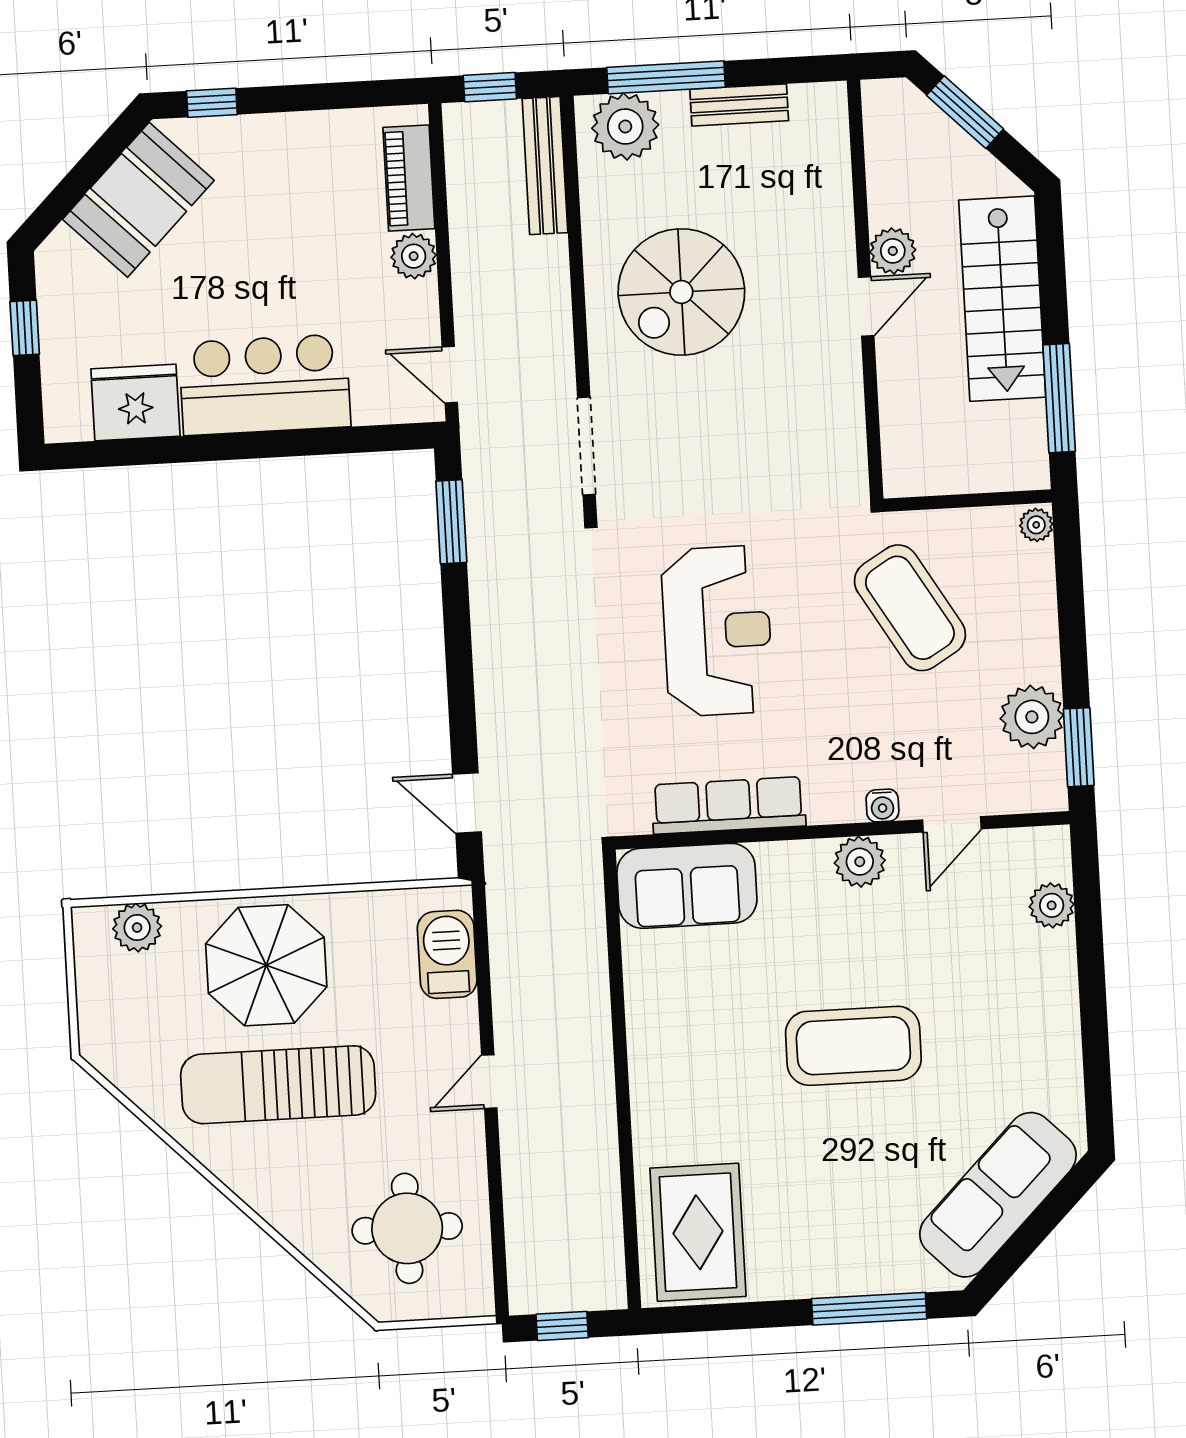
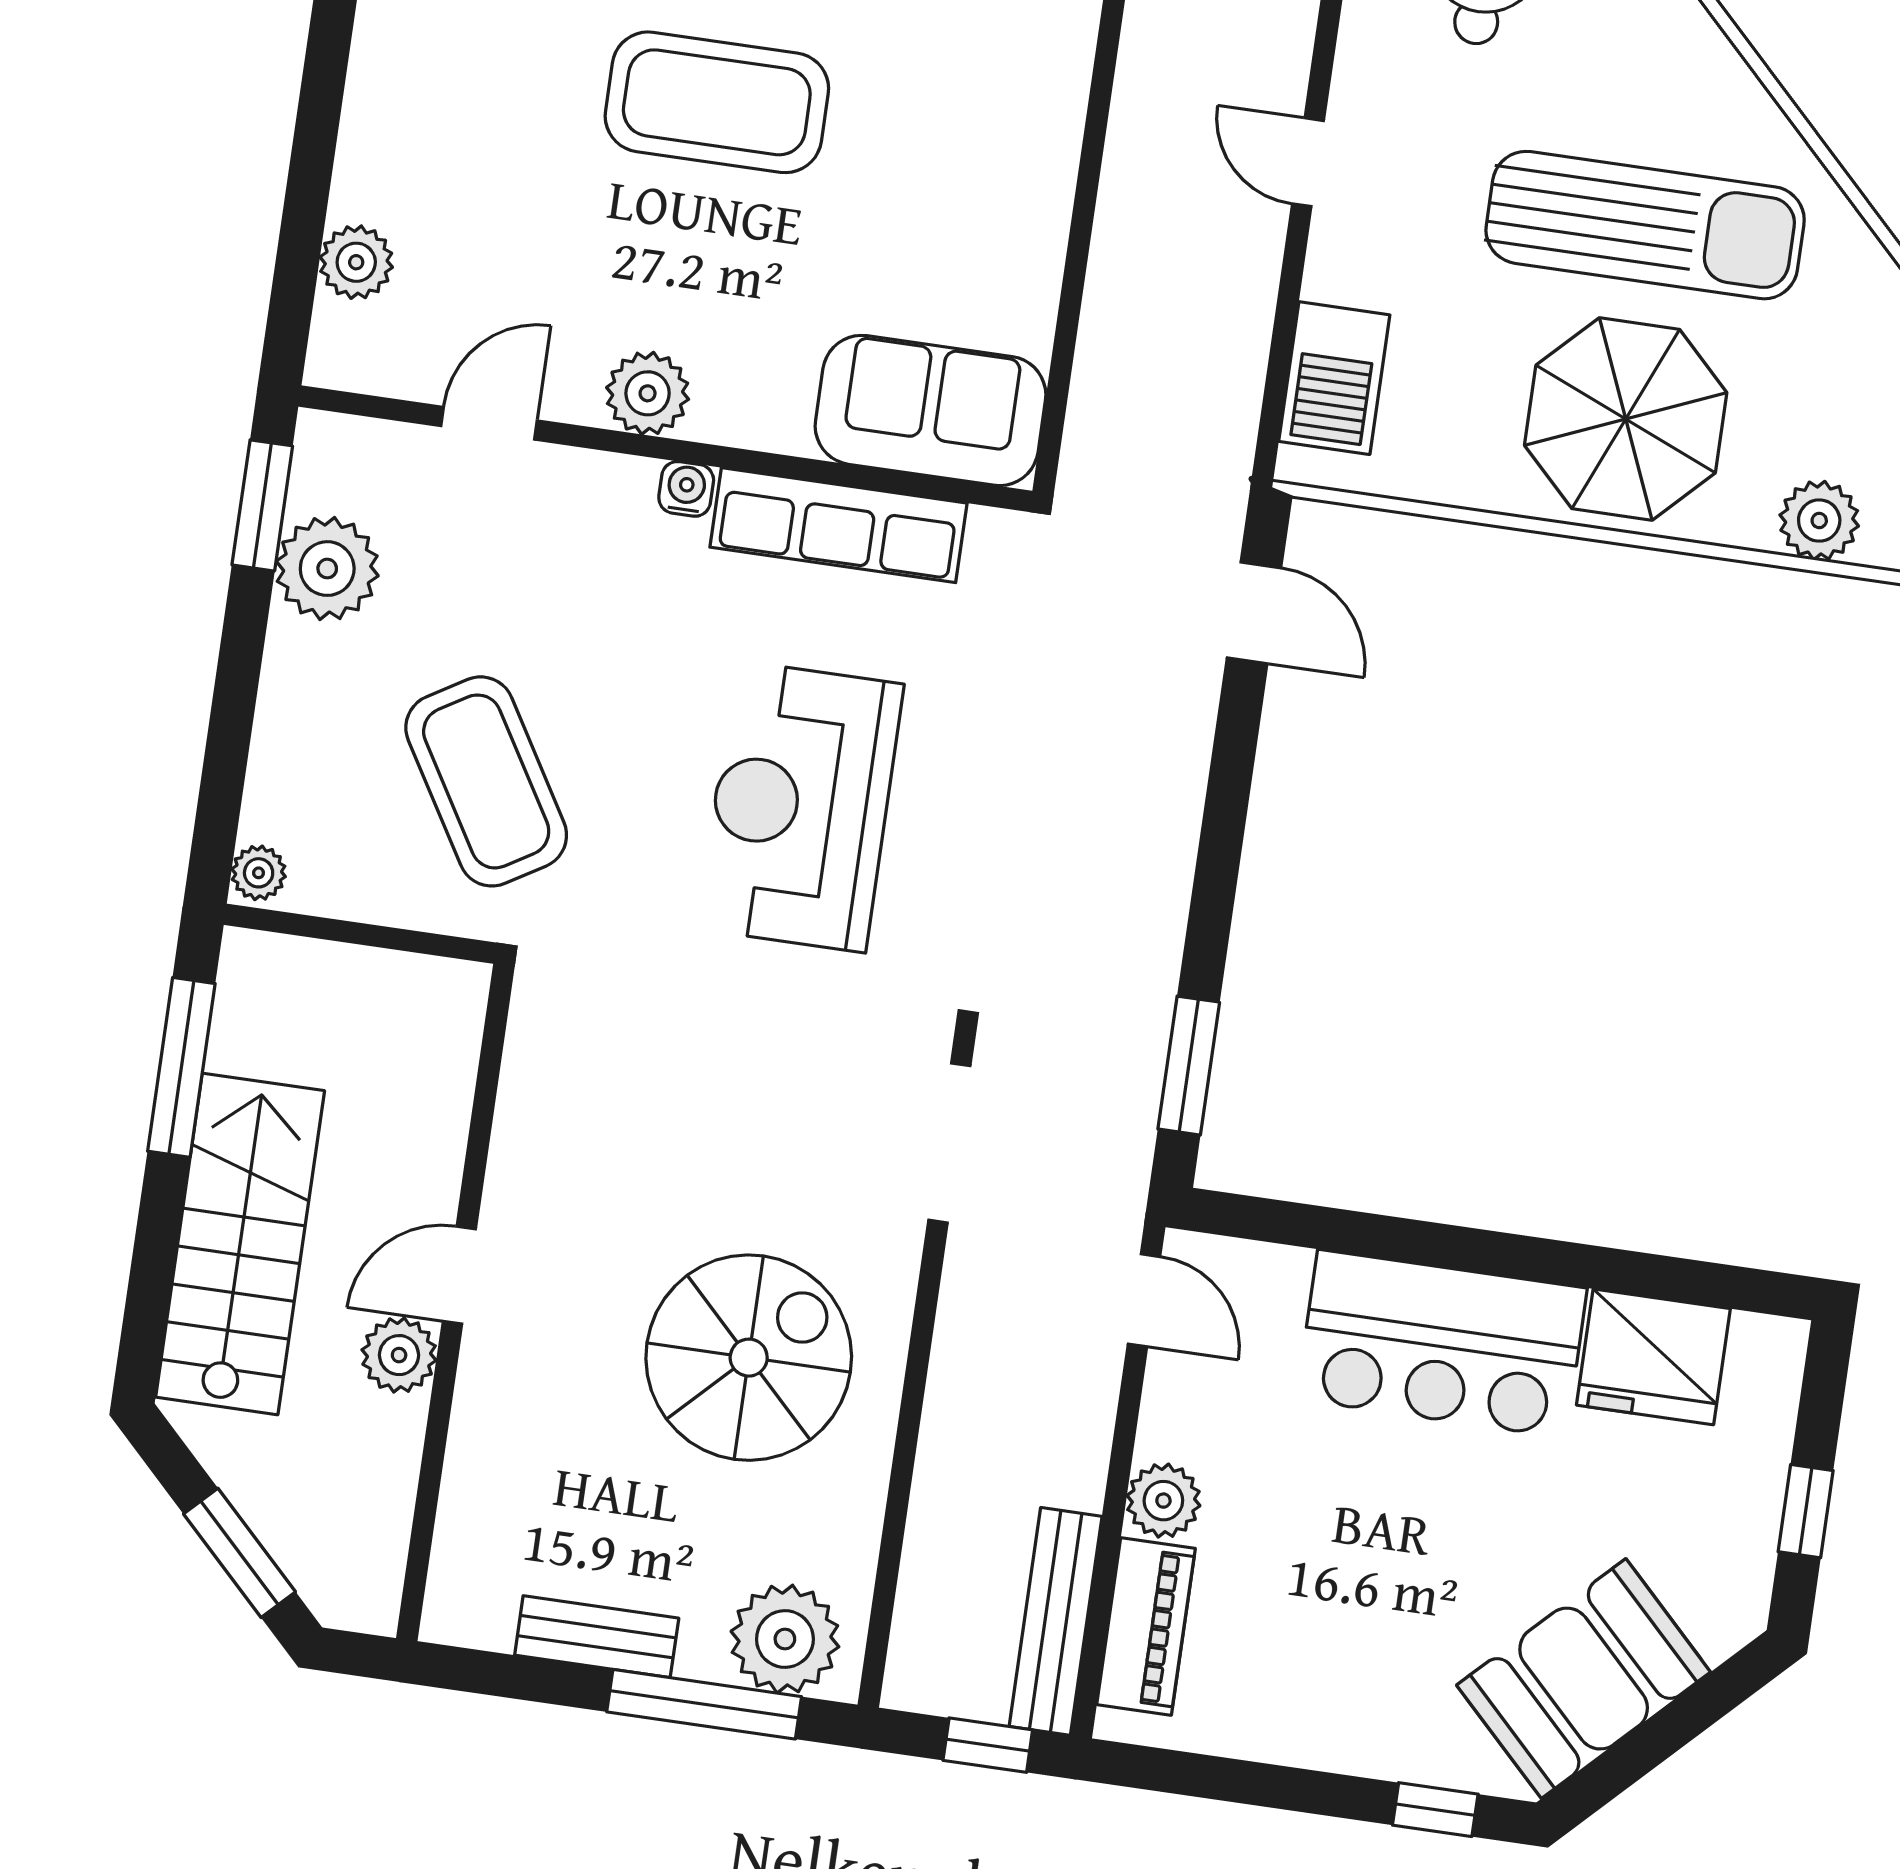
bench: (545, 166) -> (1056, 1621), moved
water cooler: (882, 805) -> (686, 489), moved
door: (489, 1082) -> (1308, 162), swing flipped

